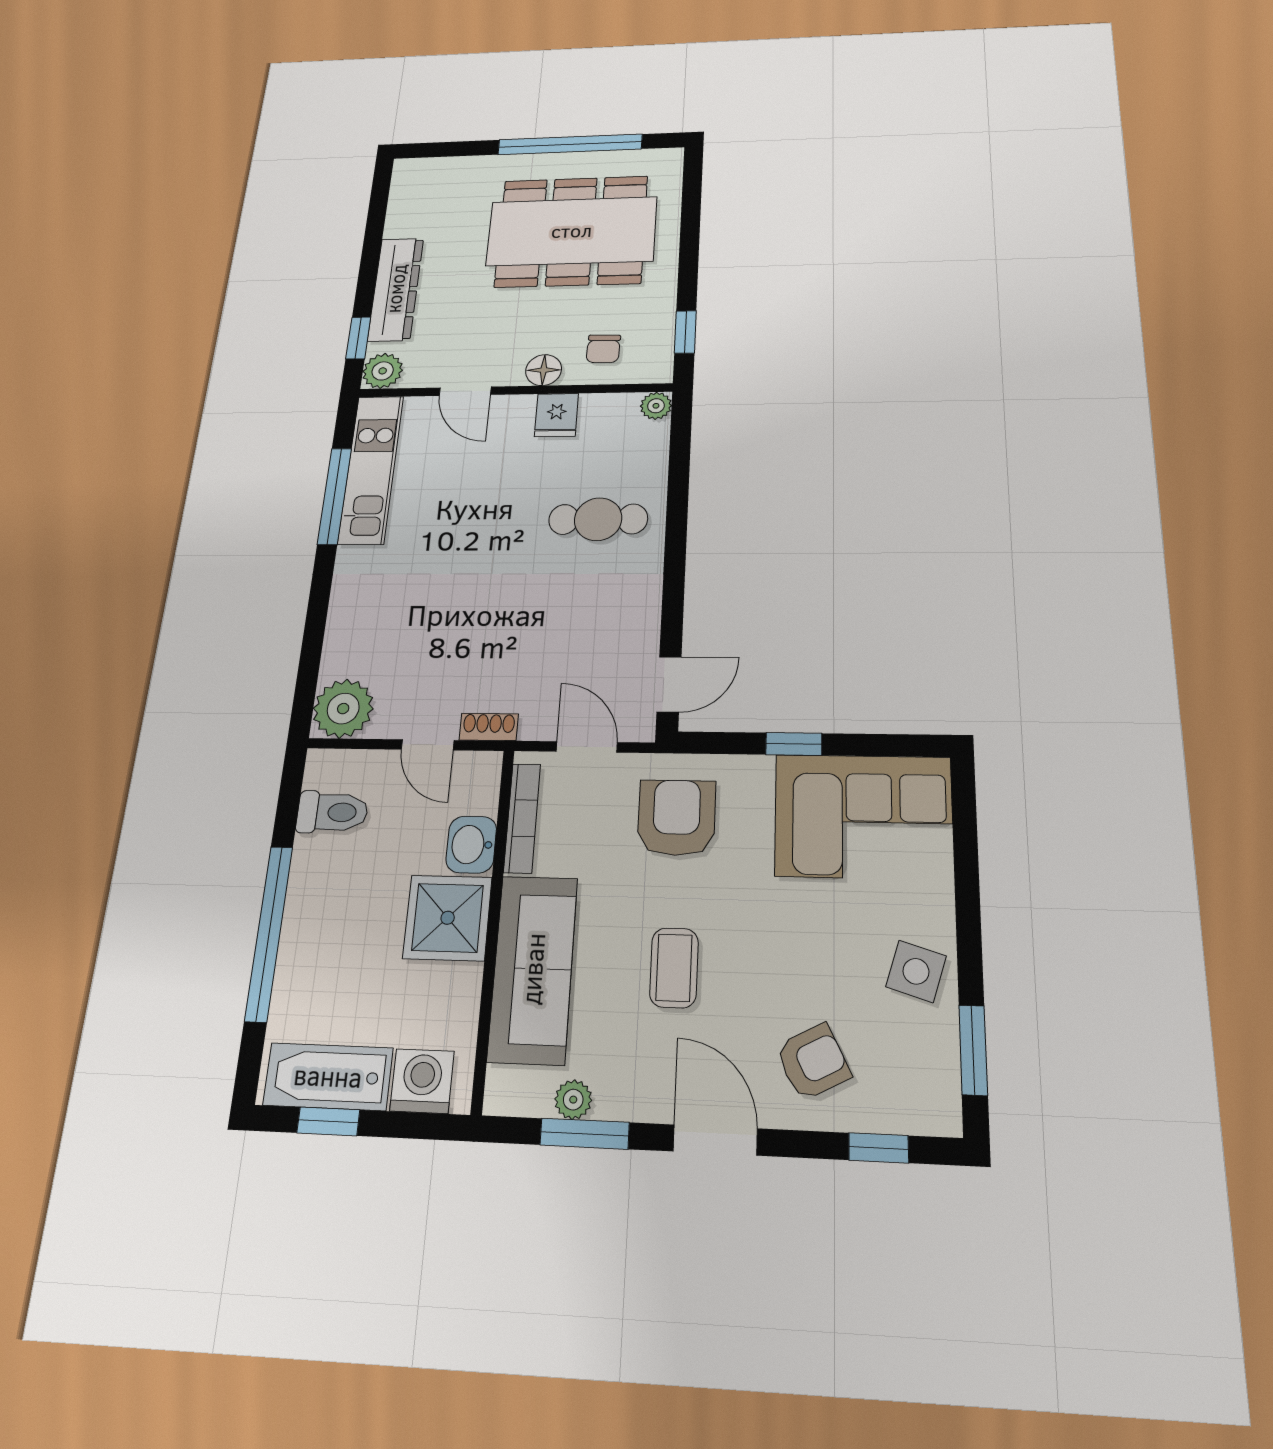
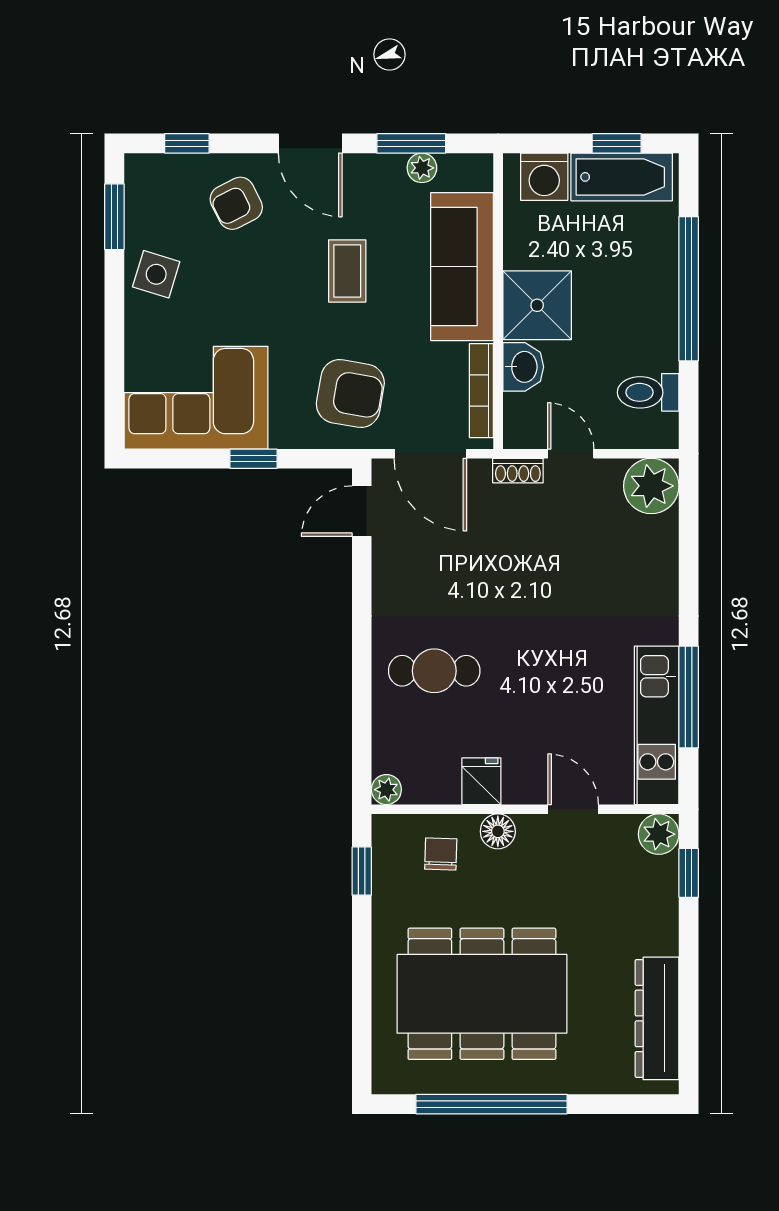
dresser: (396, 289) -> (657, 1018), moved
door: (587, 747) -> (430, 454), width x1.38
armchair: (677, 818) -> (350, 394), turned -80

